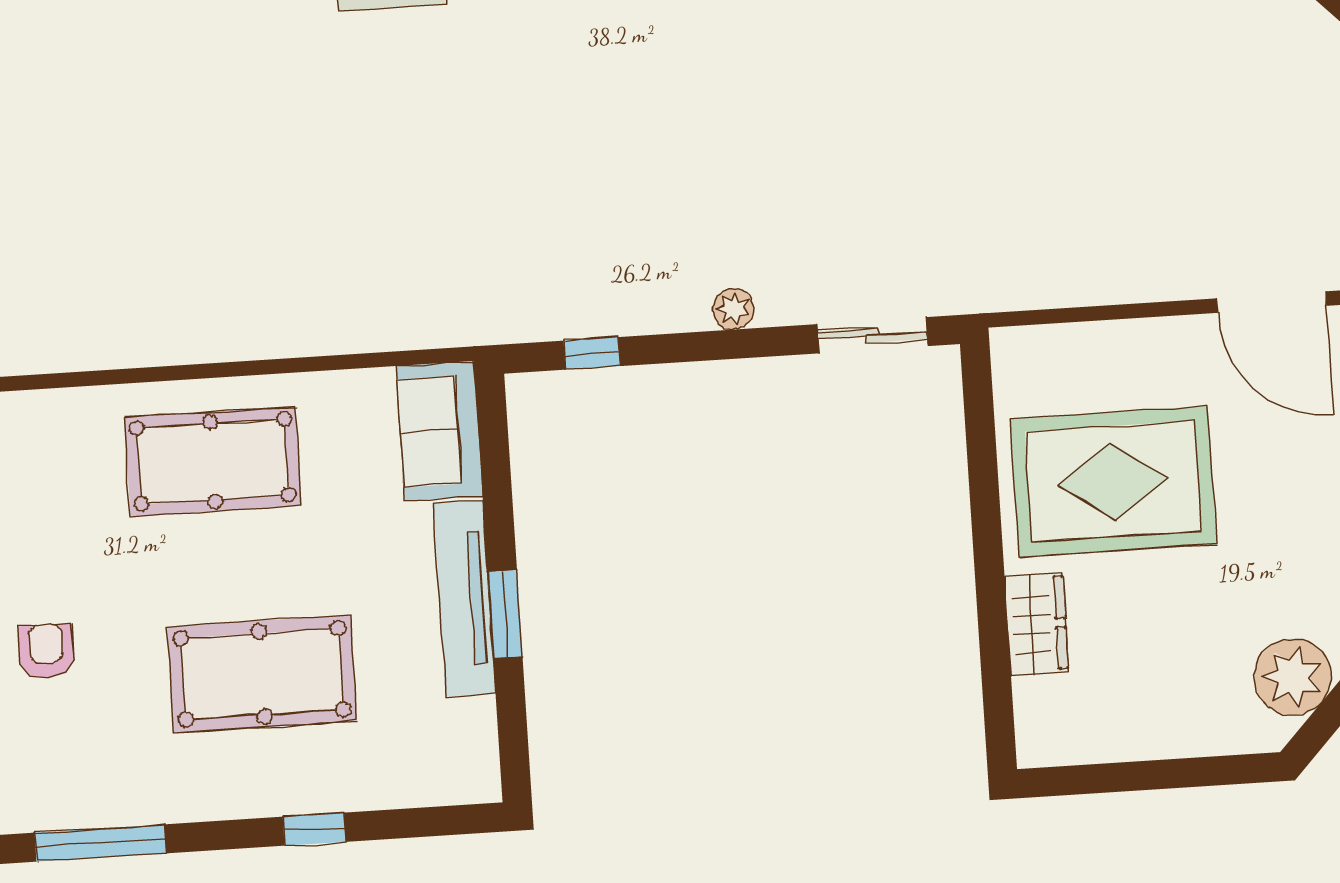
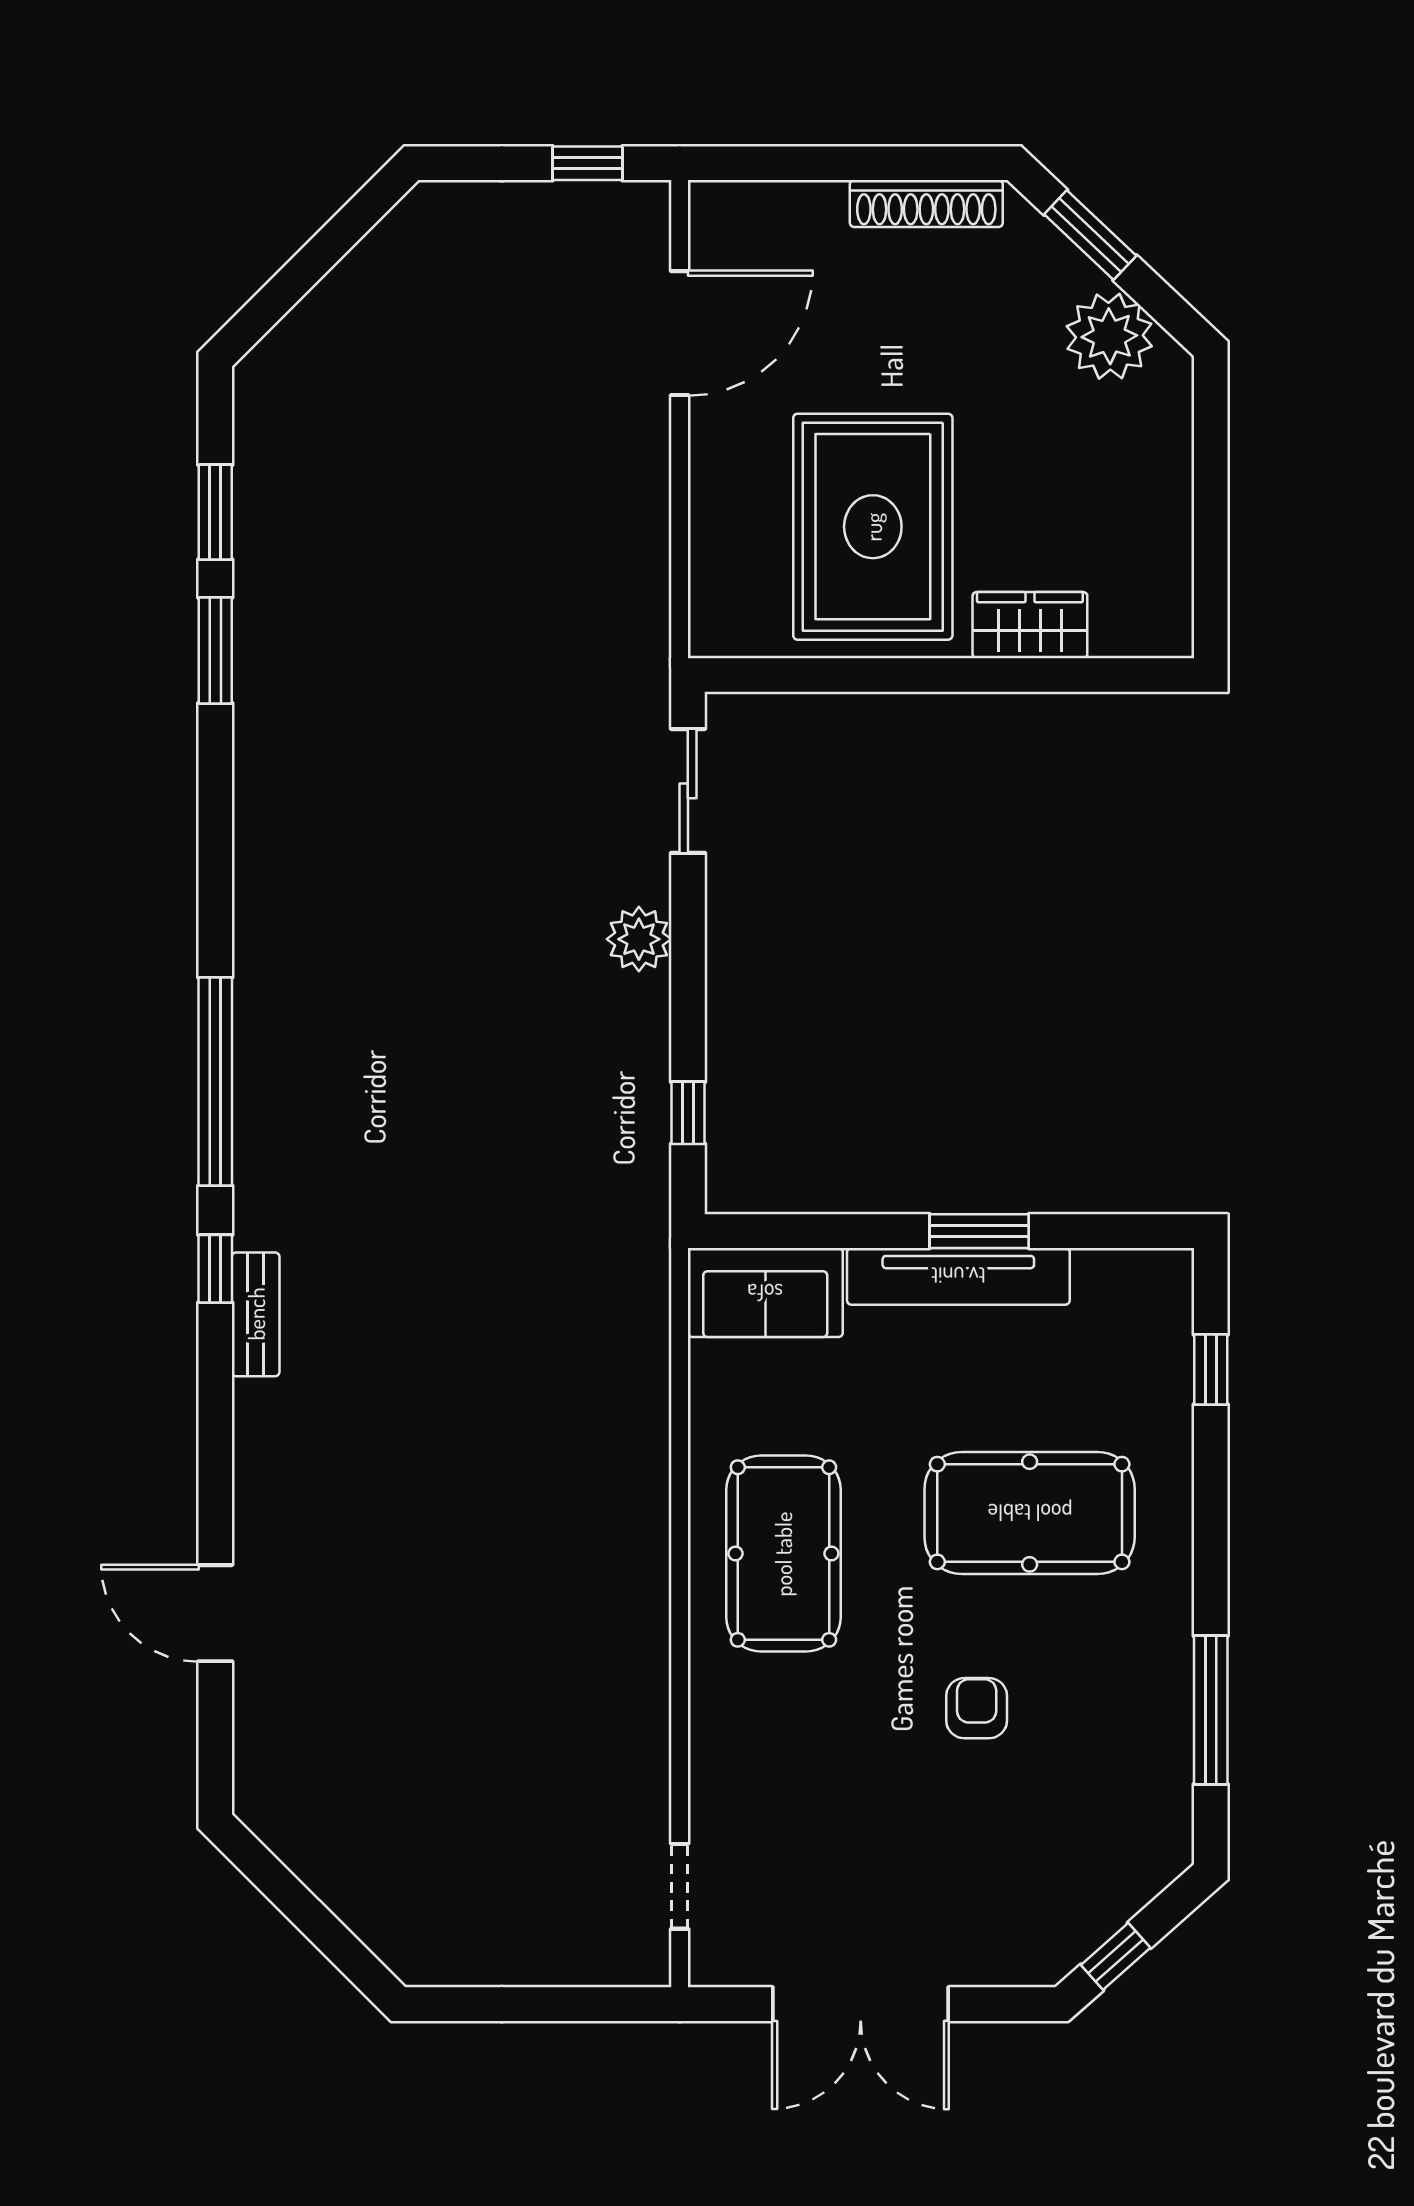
plant: (733, 309) -> (639, 939), width x1.38, depth x1.38
armchair: (46, 651) -> (977, 1708), moved, turned 90
pool table: (262, 674) -> (1030, 1513), turned 90
window: (314, 829) -> (1211, 1370), moved

